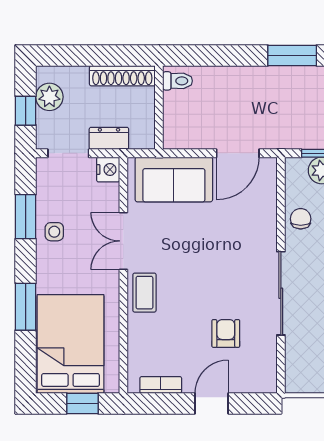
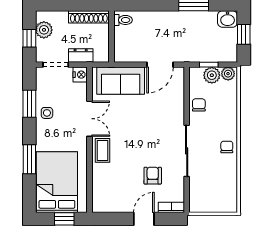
double door: (123, 241) -> (90, 119), swing flipped
bookcase: (161, 385) -> (171, 207), moved

